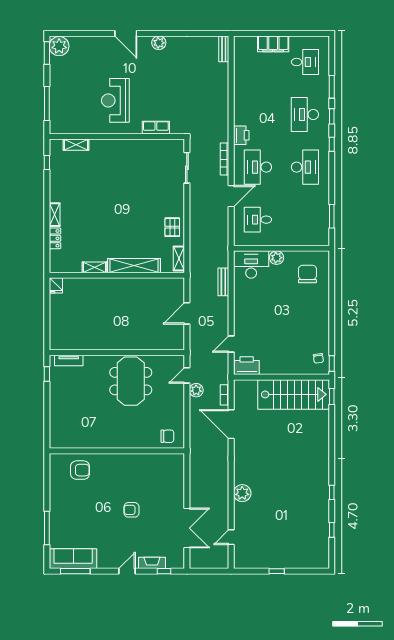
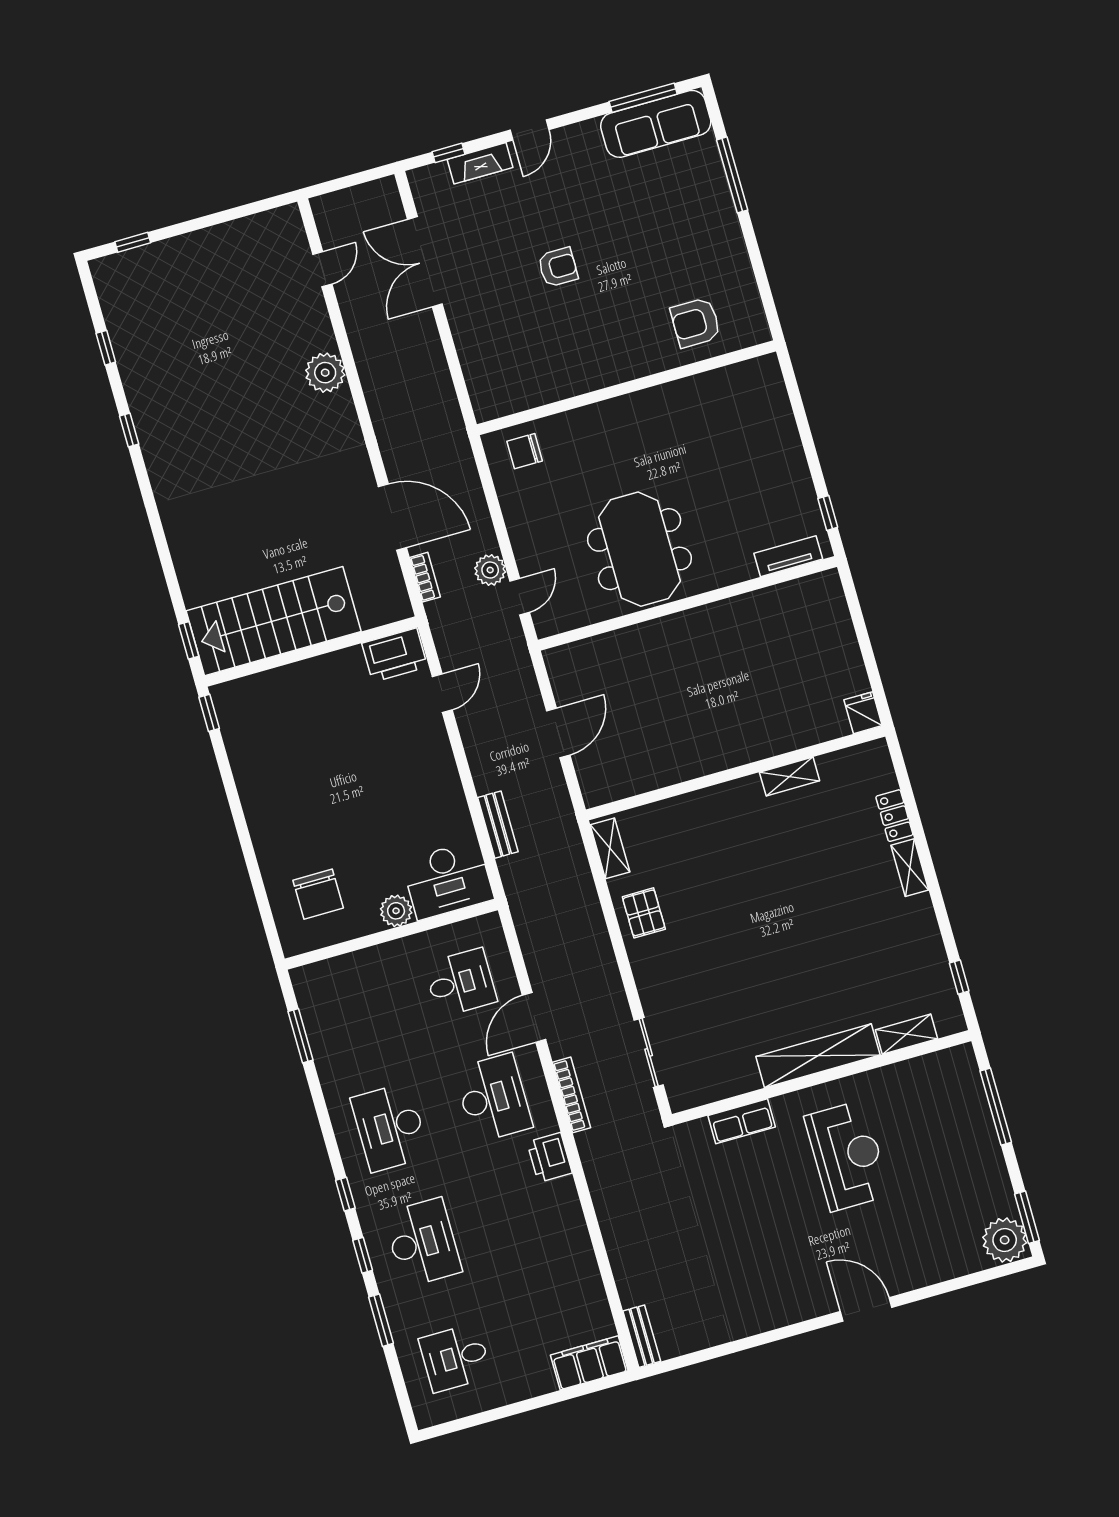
plant: (159, 43) -> (788, 1309), removed
filing cabinet: (273, 44) -> (589, 1363), moved
shelving: (134, 266) -> (818, 1056), moved
chair: (318, 358) -> (242, 716), removed
window: (277, 571) -> (133, 242), moved

